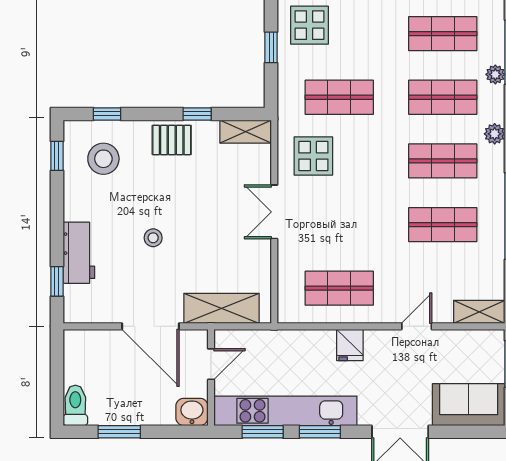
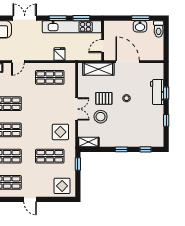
window: (271, 47) -> (78, 164), moved
window: (197, 114) -> (121, 149), moved
pallet: (172, 140) -> (104, 98), moved
window: (57, 156) -> (166, 120), moved
stool: (103, 159) -> (101, 117), moved
window: (57, 281) -> (166, 93), moved
fridge: (350, 345) -> (60, 54), moved
washbasin: (192, 412) -> (140, 26), moved

